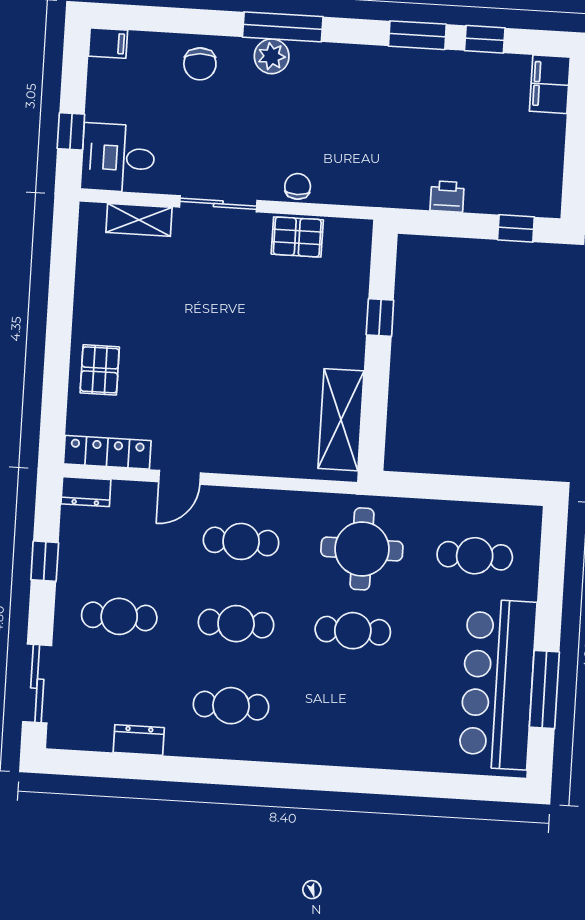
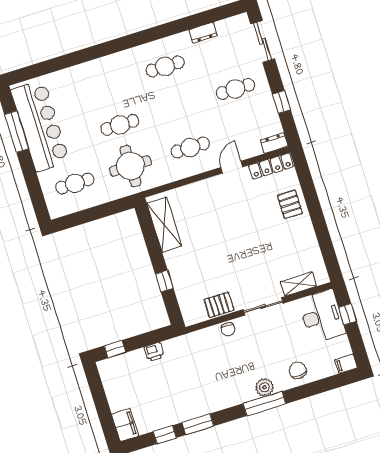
desk: (118, 158) -> (322, 316), width x1.37
cafe table: (236, 624) -> (178, 107), removed

